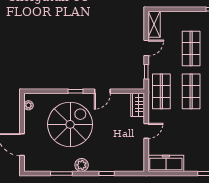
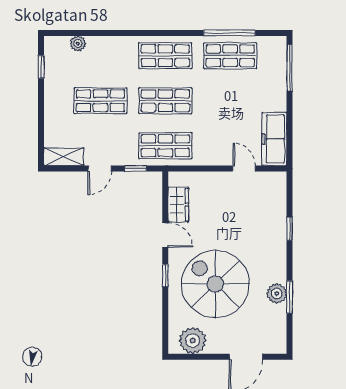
door: (146, 48) -> (100, 168), swing flipped
plant: (28, 105) -> (193, 341), width x1.87, depth x1.87
wardrobe: (138, 105) -> (178, 205), moved, turned -90
door: (146, 131) -> (244, 168), moved
plant: (82, 165) -> (277, 294), moved

